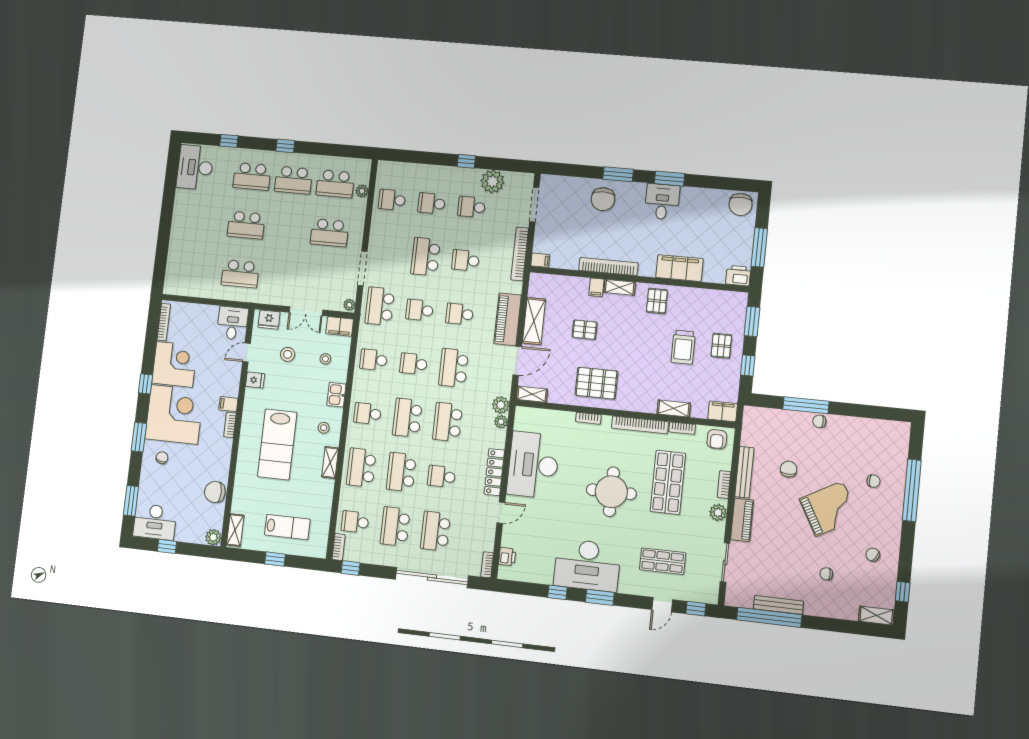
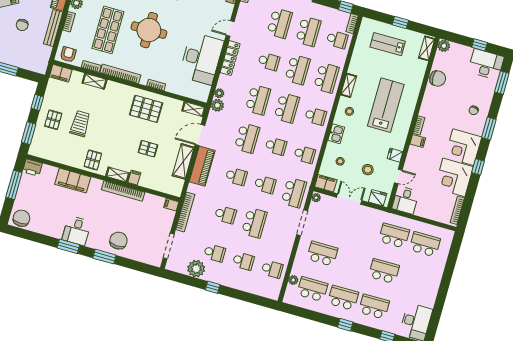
school desk: (199, 270) -> (425, 244), added
corner desk: (174, 414) -> (463, 147), width x0.74, depth x0.74

